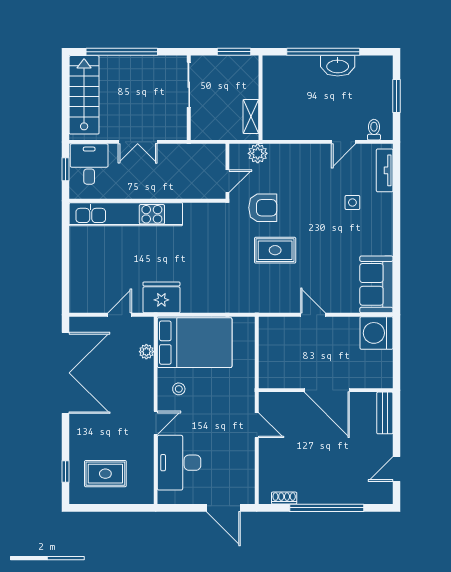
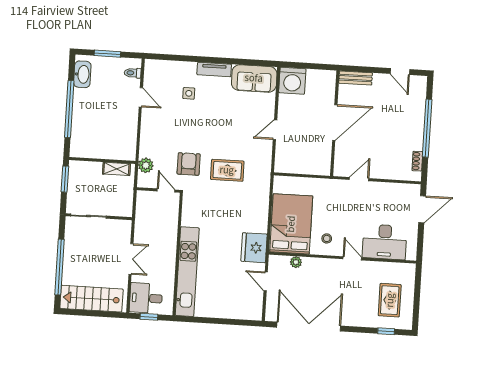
washbasin: (338, 66) -> (82, 74), moved
tv unit: (385, 170) -> (214, 70), moved
rug: (275, 250) -> (227, 170), moved, turned 90

